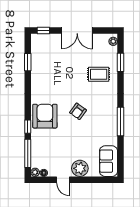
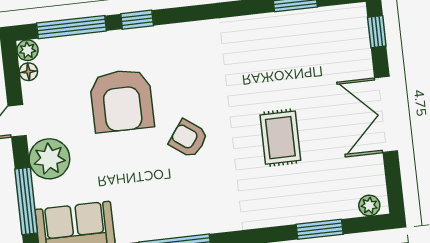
rug: (99, 74) -> (280, 138), moved
armchair: (45, 116) -> (122, 101), moved, turned 90
window: (96, 180) -> (26, 201), added

